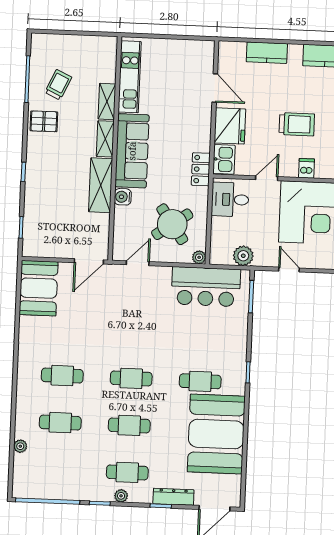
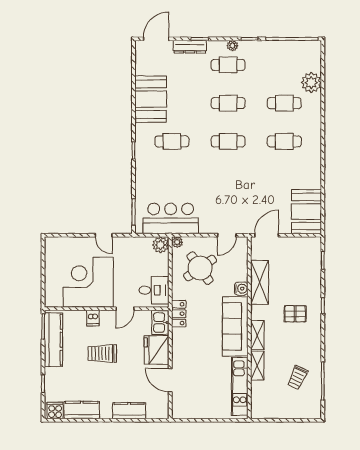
pallet: (44, 121) -> (295, 314), moved
shelving: (101, 185) -> (260, 282), moved
plant: (243, 256) -> (161, 245), moved
booth: (216, 434) -> (151, 99), width x0.73, depth x0.70
plant: (20, 446) -> (311, 83), width x1.88, depth x1.88

